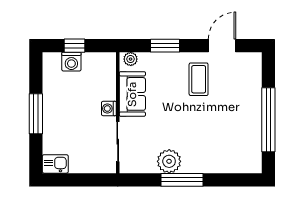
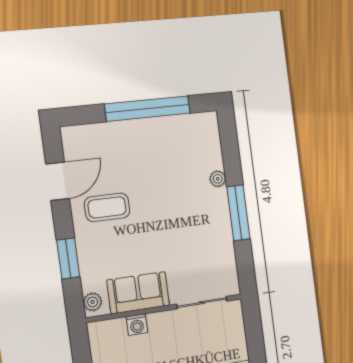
door: (222, 46) -> (58, 181), swing flipped
washing machine: (109, 109) -> (137, 325), moved
plant: (169, 161) -> (218, 179), moved, width x0.53, depth x0.53

